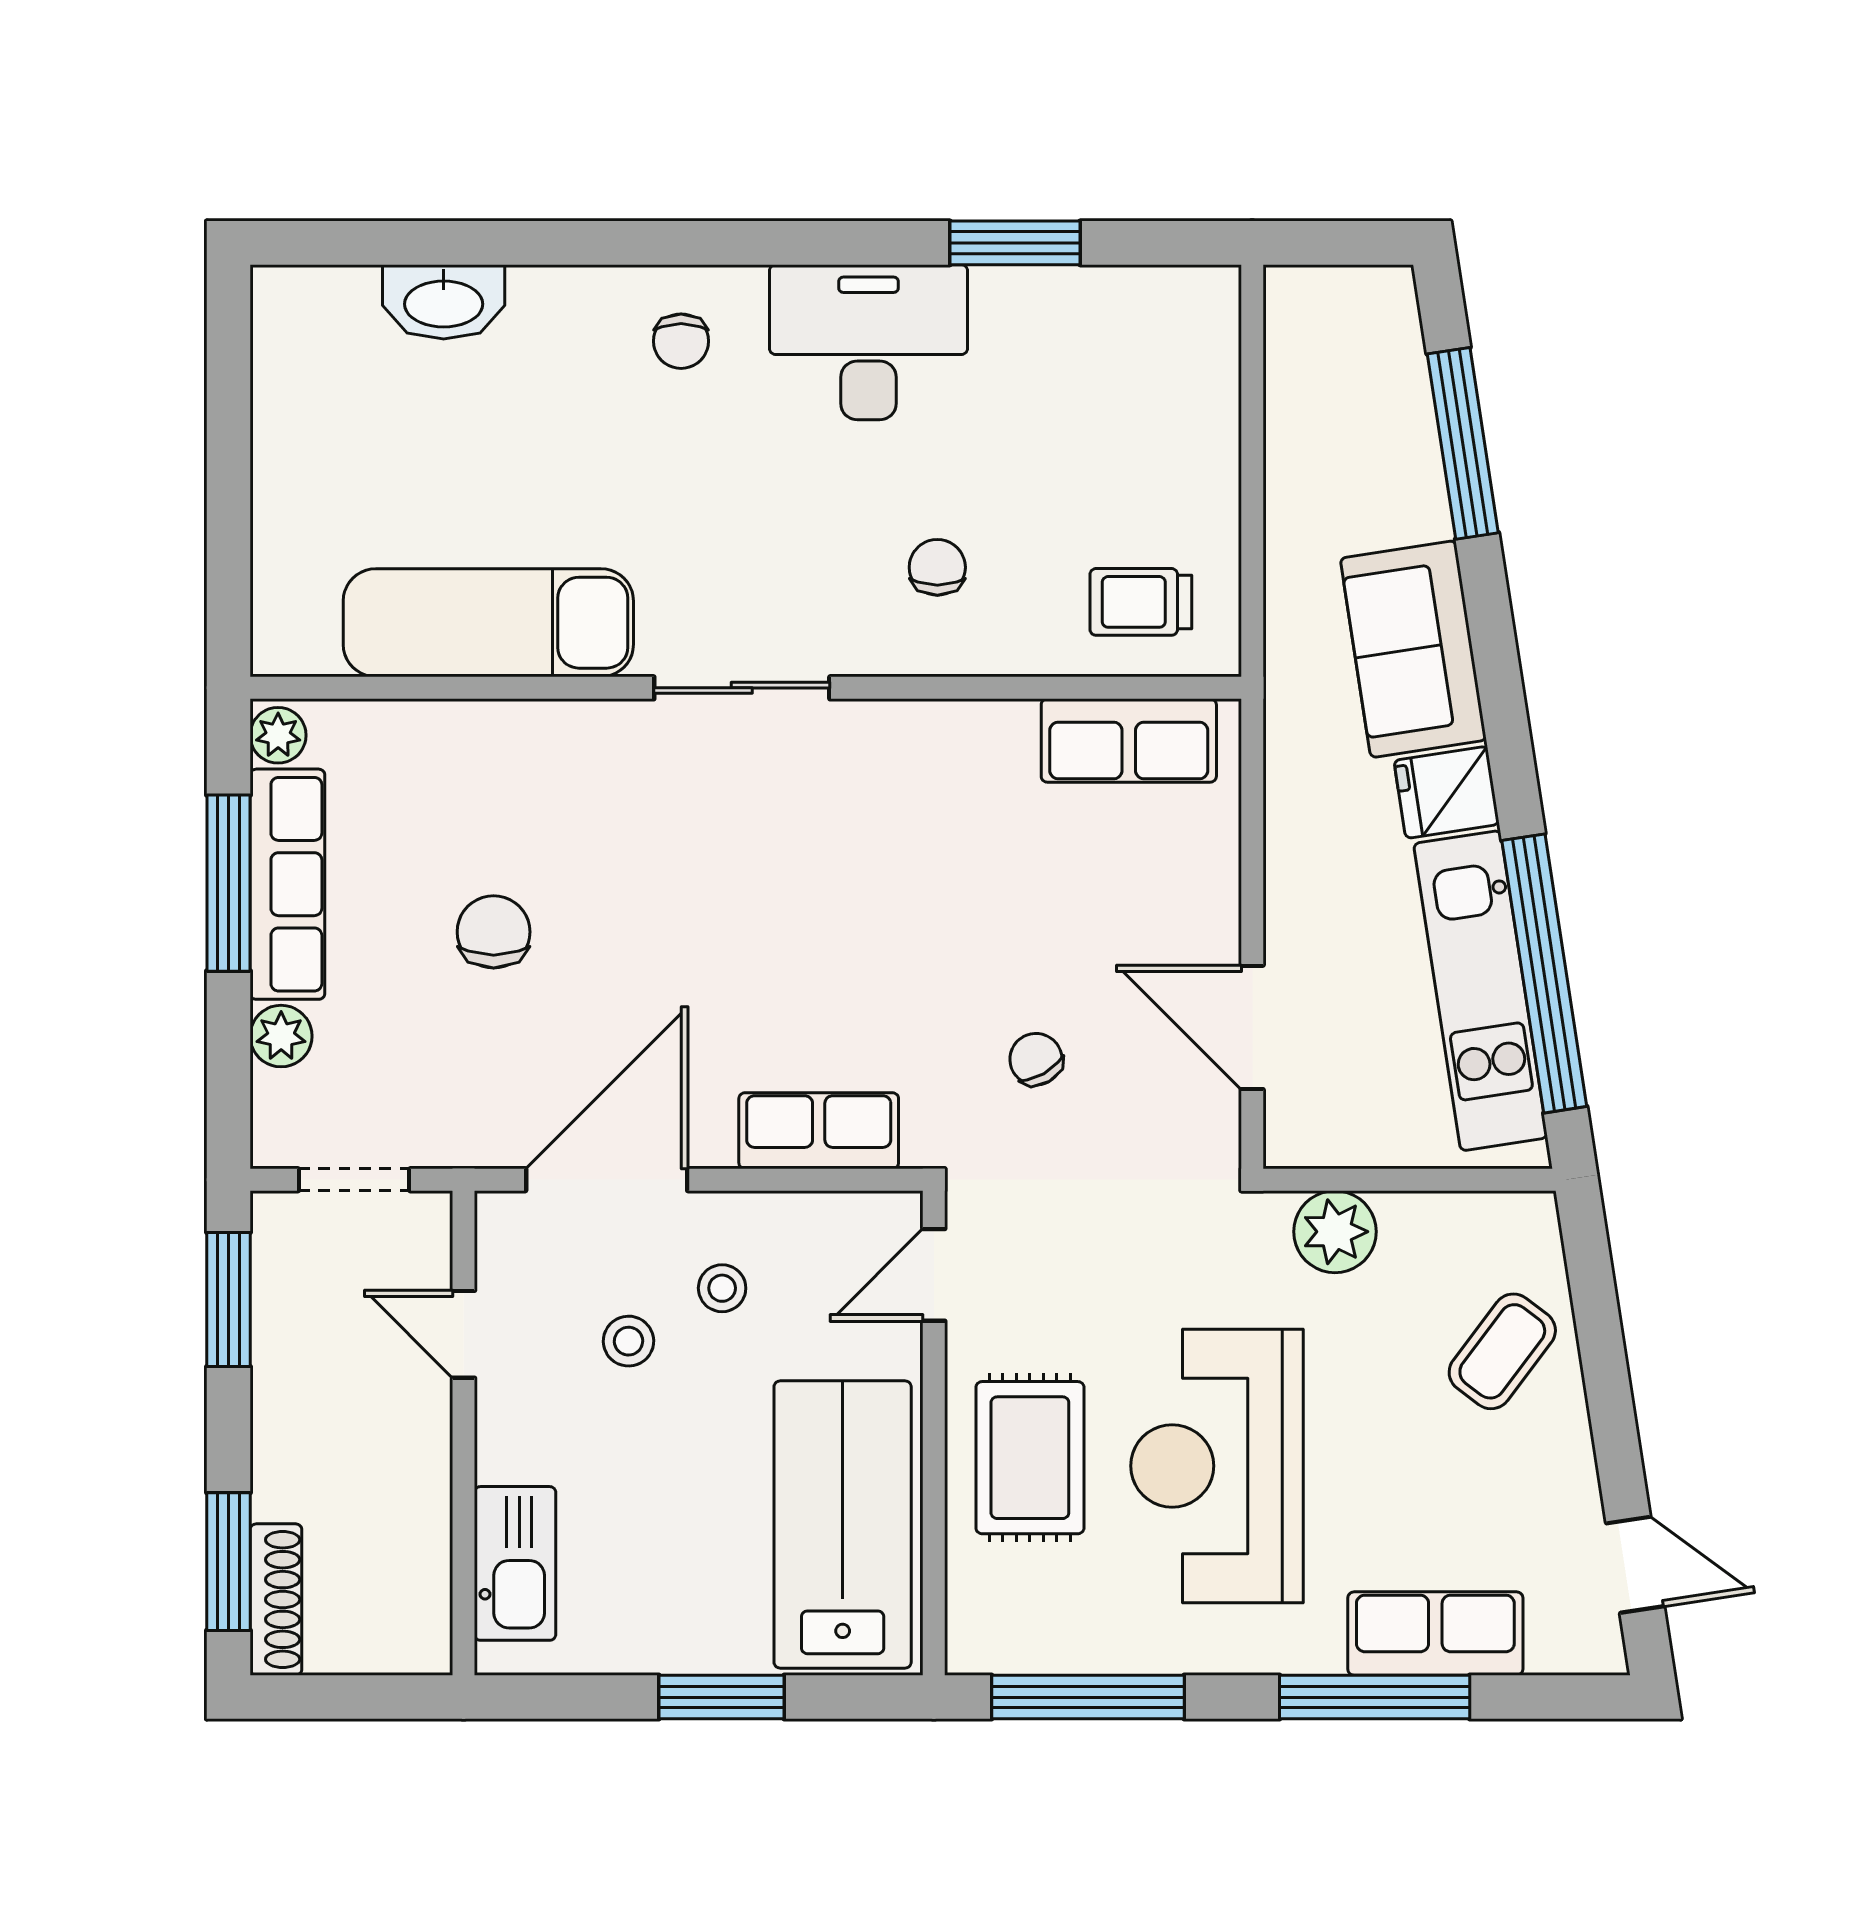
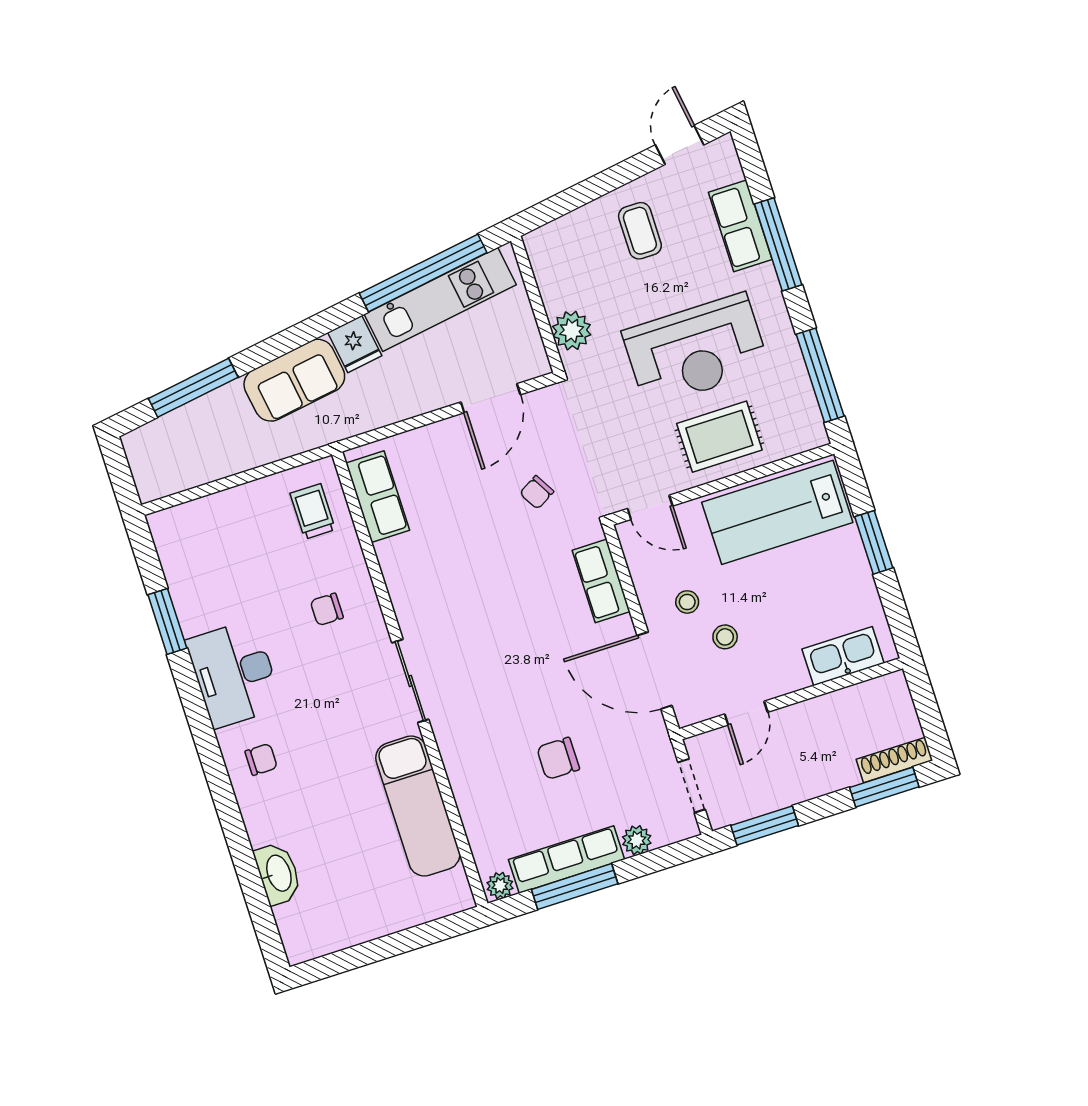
trolley: (1141, 602) -> (313, 511), turned 180
coffee table: (1502, 1351) -> (640, 231), moved, turned 53

